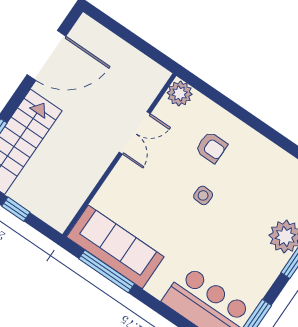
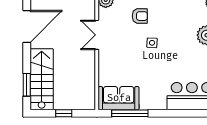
double door: (135, 133) -> (97, 35), swing flipped
sofa: (115, 247) -> (119, 98), width x0.73

